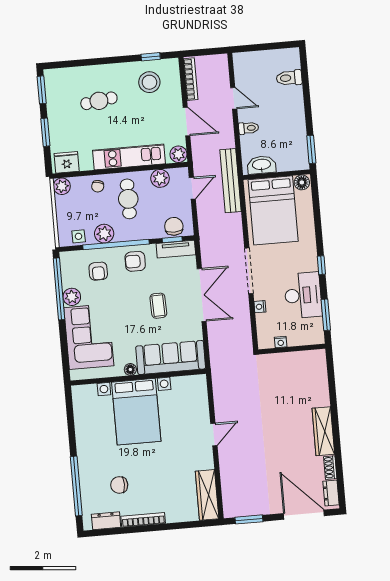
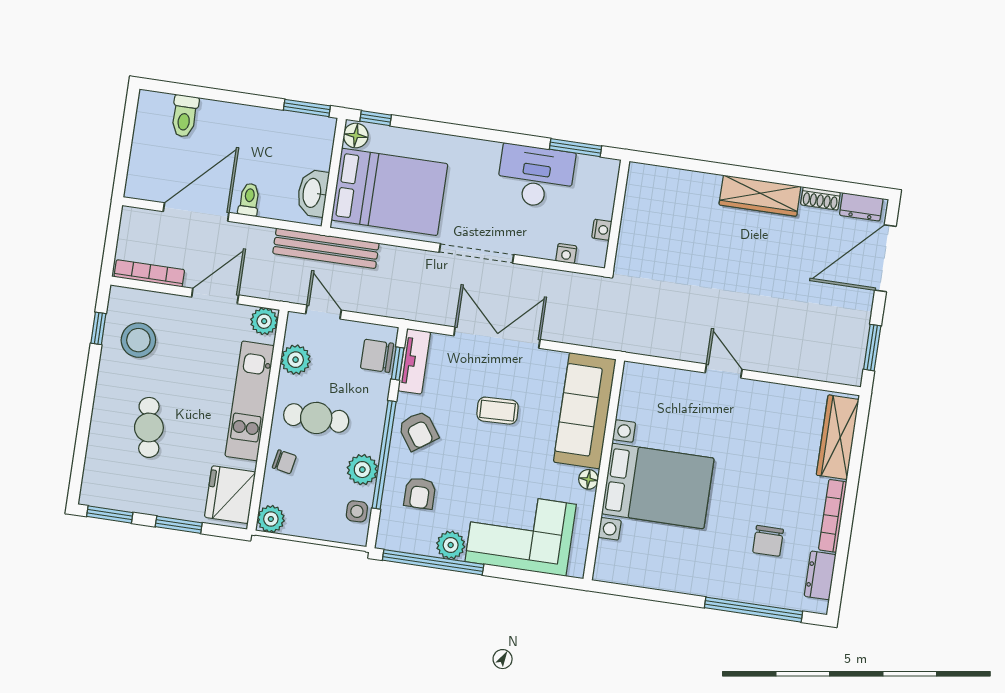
door: (234, 98) -> (196, 212), width x1.87
fridge: (67, 162) -> (230, 495), width x1.36, depth x1.34
armchair: (135, 261) -> (418, 431), turned -35
window: (321, 265) -> (376, 118), moved
armchair: (98, 271) -> (420, 493), turned 90
nightstand: (260, 307) -> (566, 254), moved
wardrobe: (207, 495) -> (838, 437), moved, turned 90

